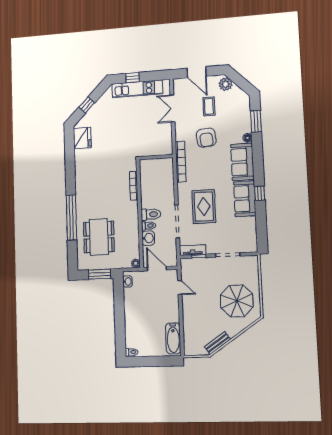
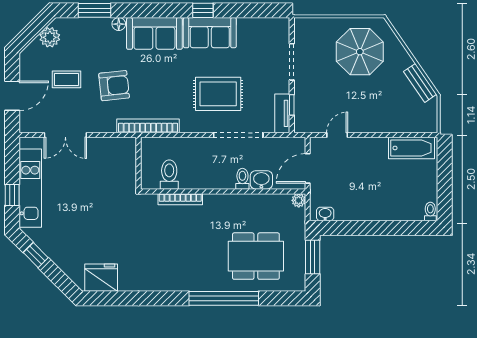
plant: (226, 84) -> (50, 37), moved
window: (87, 105) -> (36, 255), moved
toilet: (151, 214) -> (169, 175), moved

